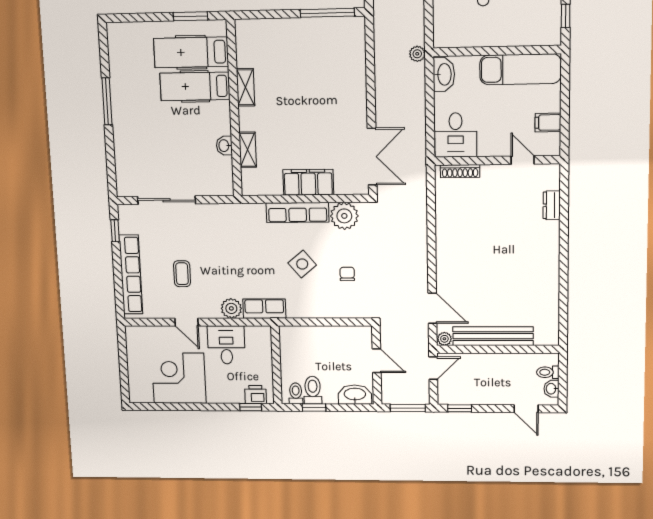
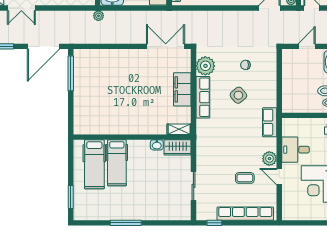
window: (191, 16) -> (71, 197), moved
shelving: (245, 87) -> (118, 129), removed
shelving: (248, 150) -> (179, 129), moved
wardrobe: (222, 176) -> (178, 147), added
sliding door: (167, 200) -> (194, 186), width x0.73
plant: (231, 308) -> (269, 159), moved
door: (186, 322) -> (279, 177), swing flipped

